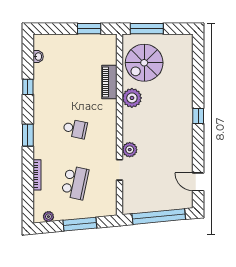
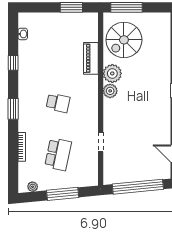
plant: (130, 150) -> (110, 91), moved

